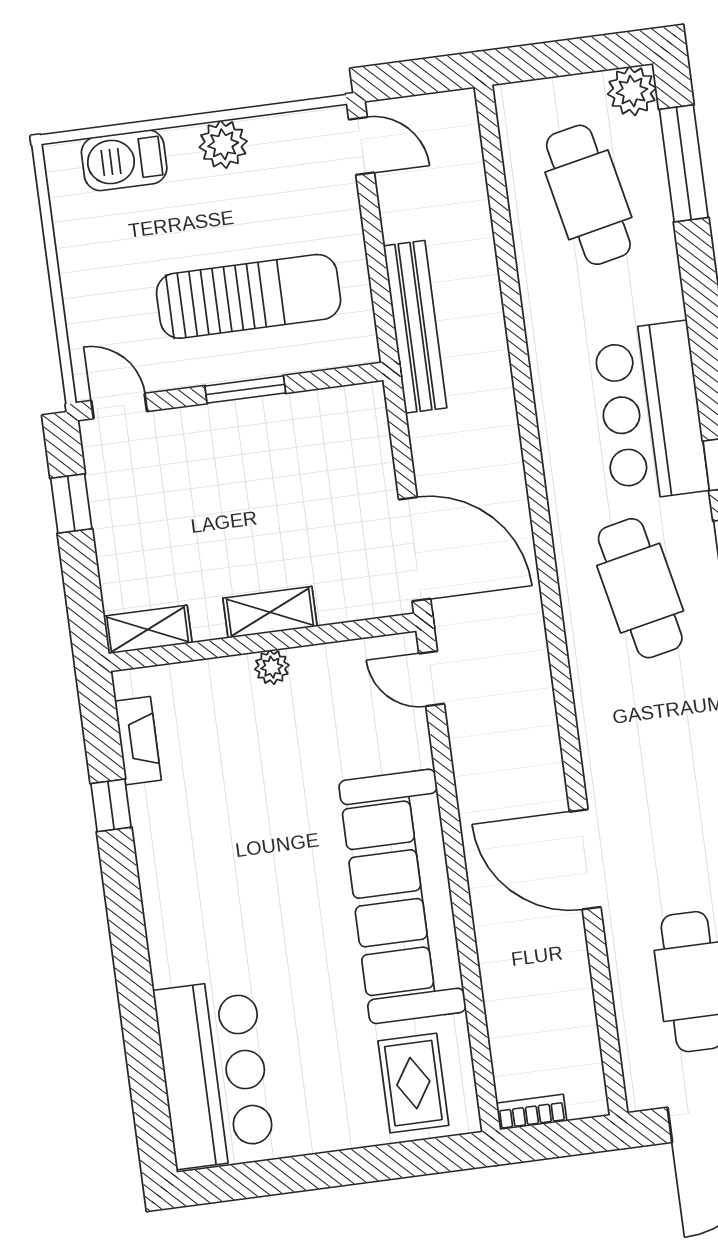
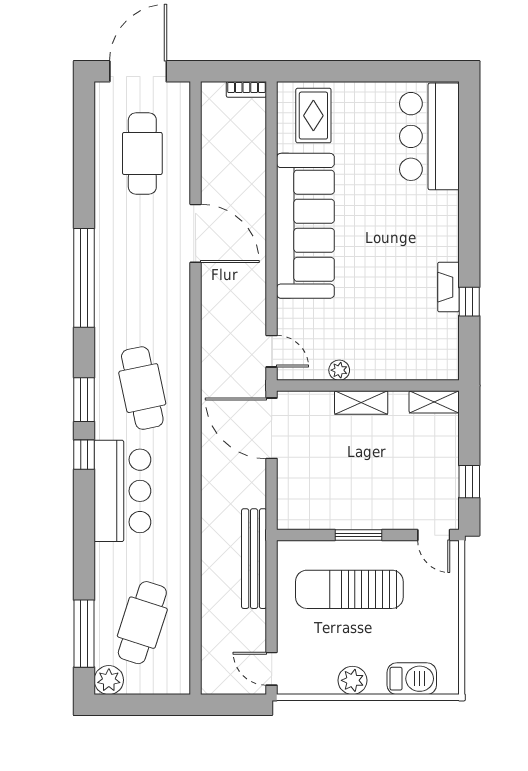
cafe table: (588, 195) -> (142, 623), turned 30
plant: (272, 667) -> (339, 370), moved
fireplace: (138, 741) -> (448, 287), moved

